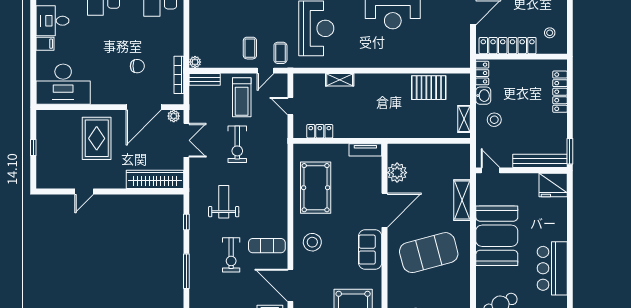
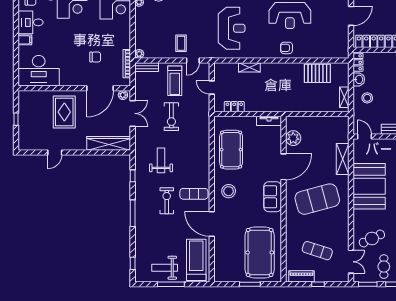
coffee table: (280, 53) -> (204, 47), removed
armchair: (388, 54) -> (286, 48), added
exercise bike: (231, 255) -> (167, 201), turned 180

